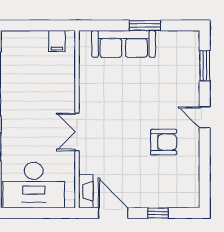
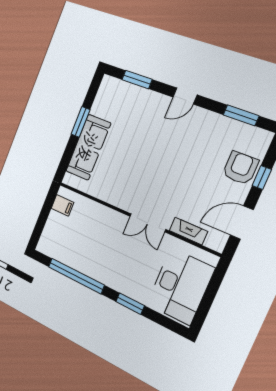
armchair: (164, 142) -> (240, 168), moved
window: (205, 174) -> (241, 115), added
fireplace: (86, 191) -> (188, 231), moved

